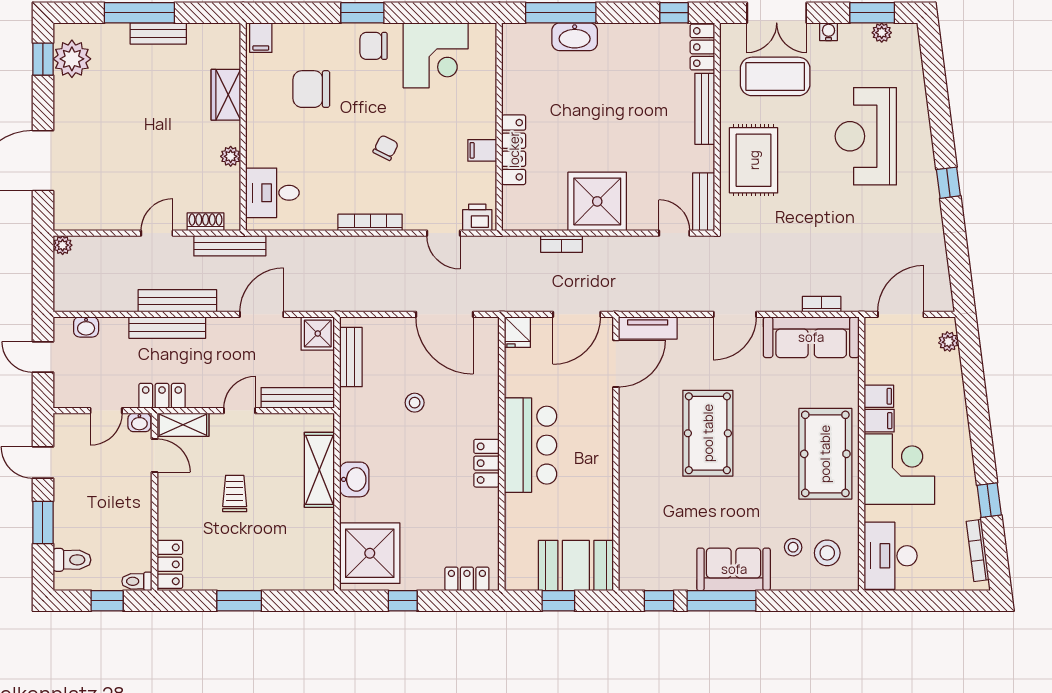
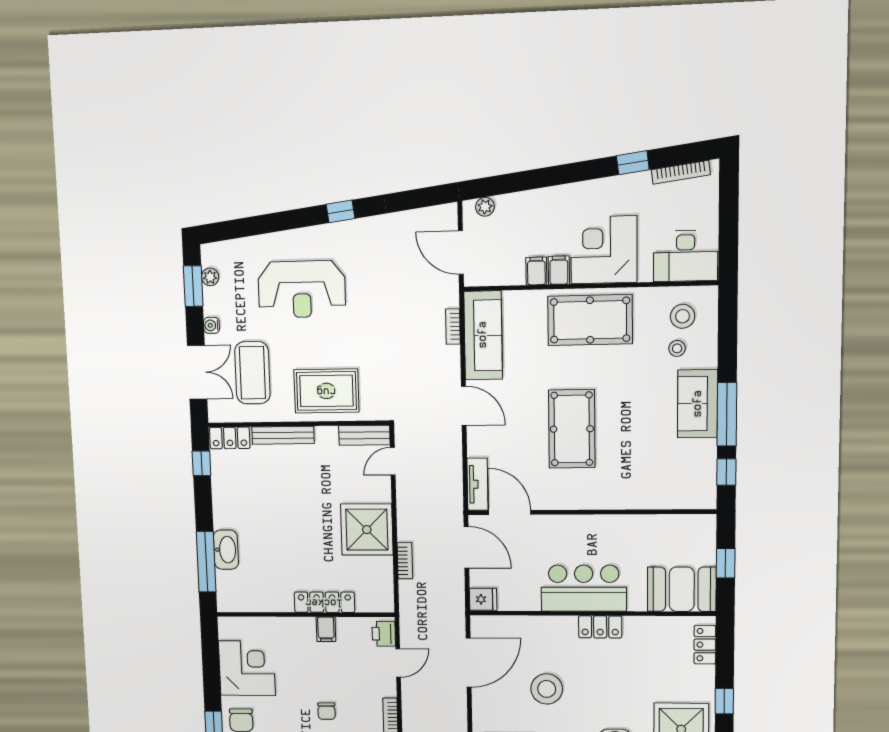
chair: (386, 148) -> (326, 711), turned -117
stool: (415, 403) -> (547, 689), width x1.89, depth x1.89
pool table: (708, 433) -> (572, 429), turned 90
booth: (576, 565) -> (682, 589), moved, turned 90

